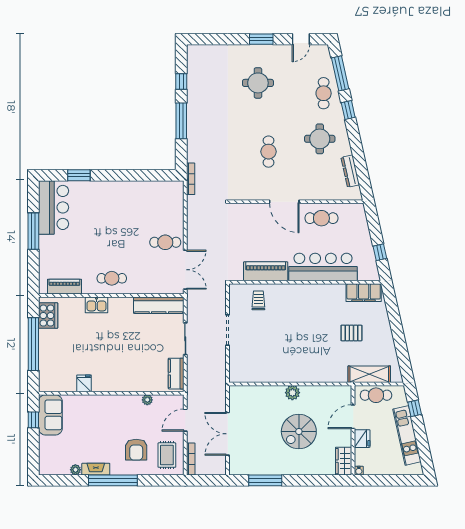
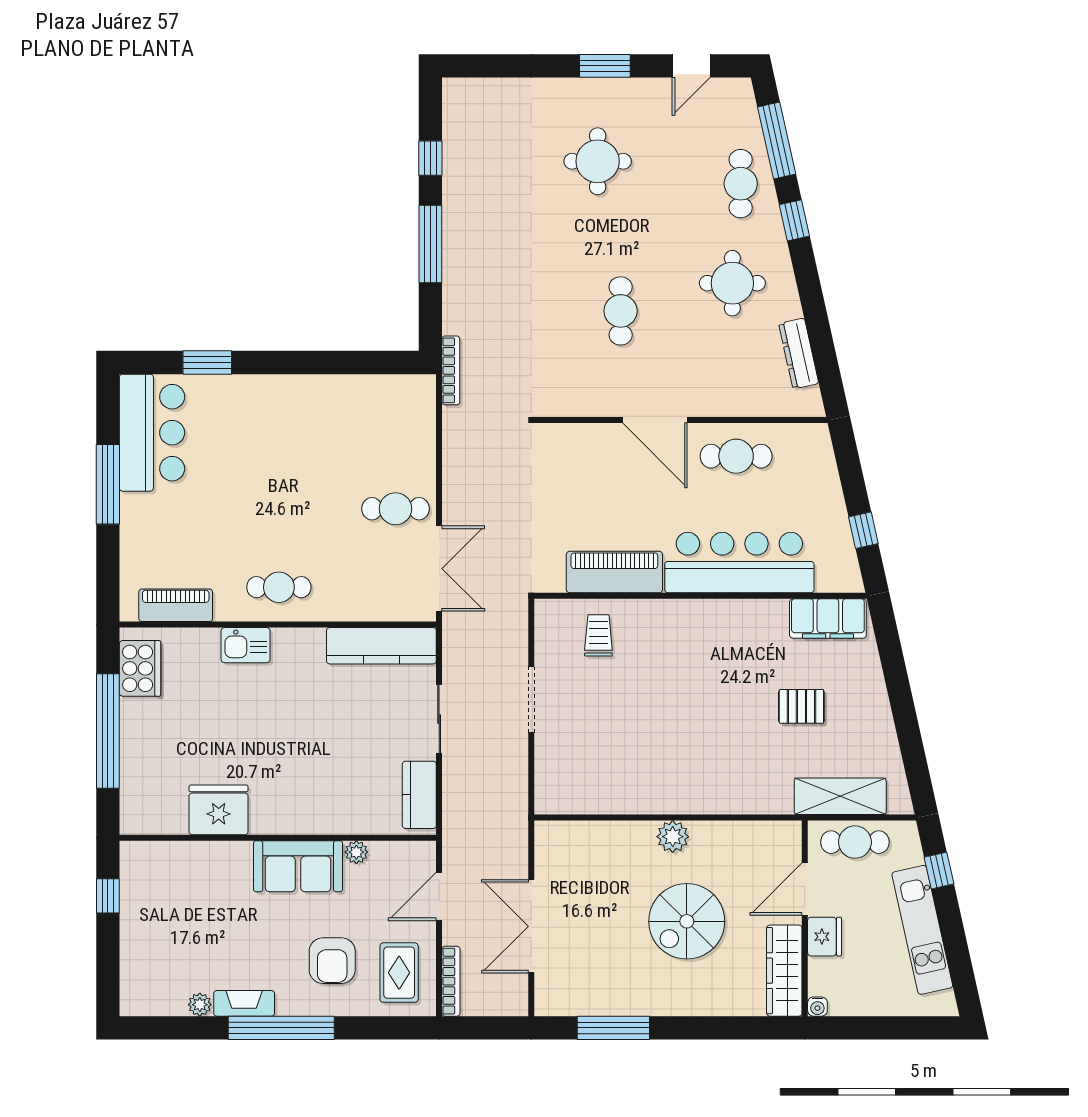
fridge: (84, 383) -> (219, 810), width x1.88, depth x1.34
sofa: (50, 415) -> (298, 866), moved, turned 90
wardrobe: (344, 461) -> (784, 971), width x1.50

